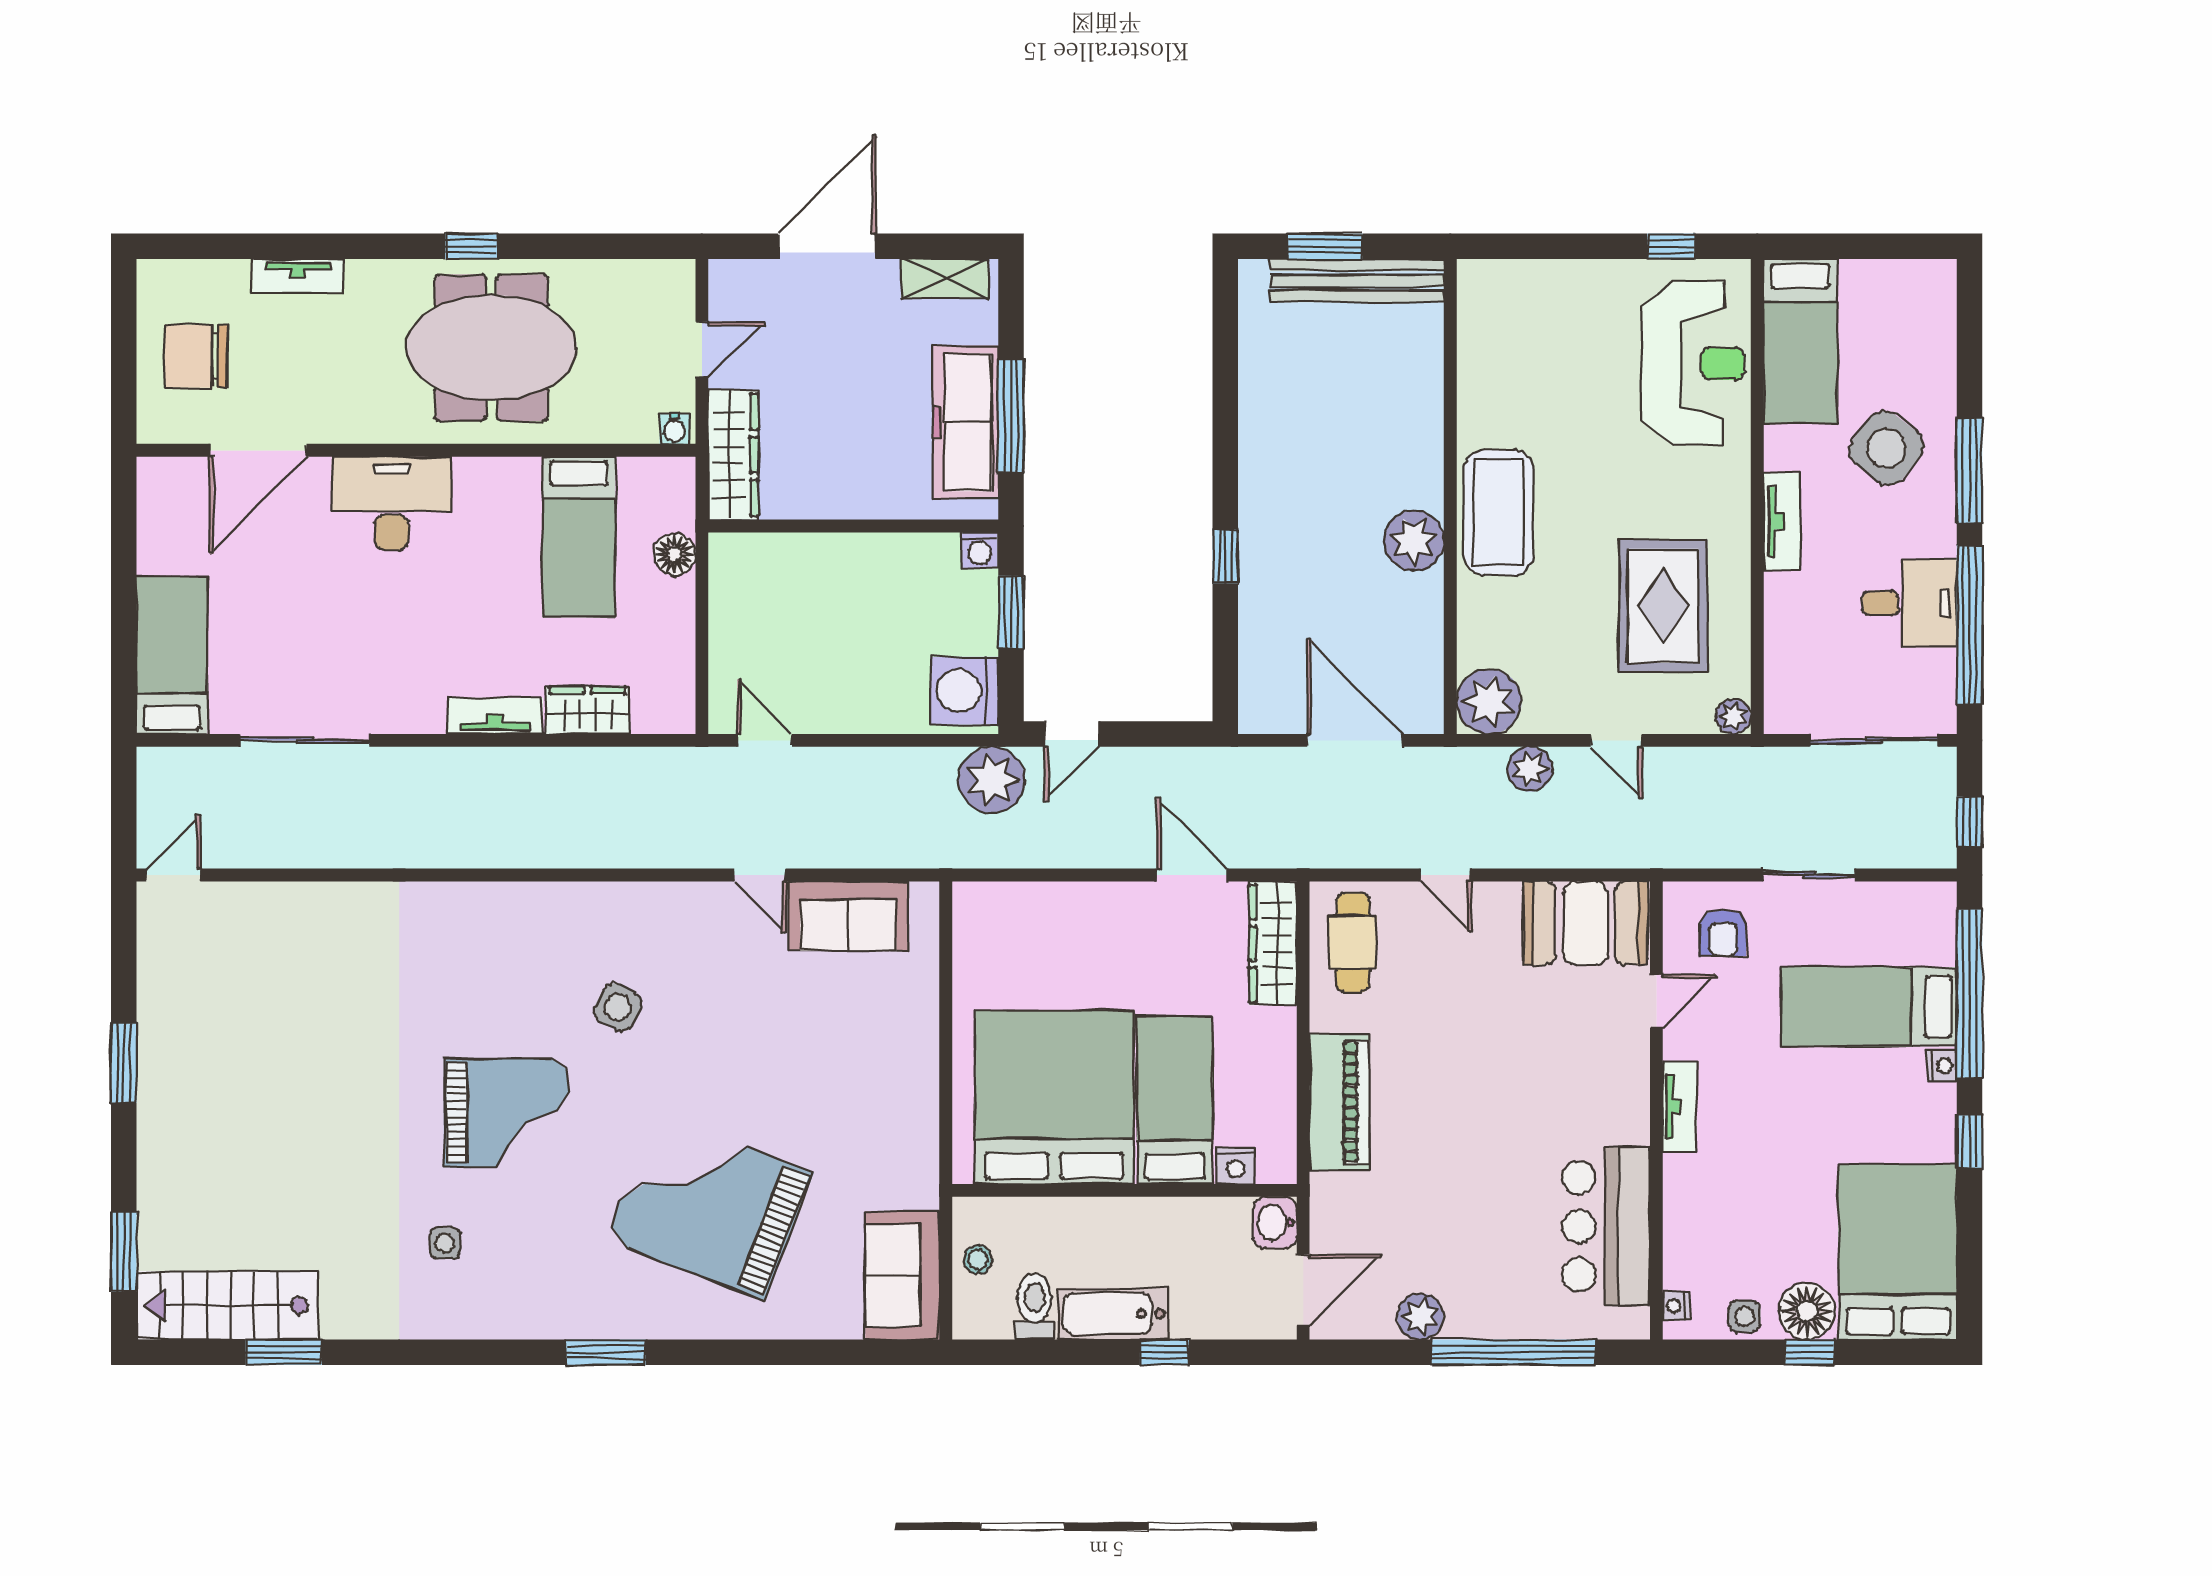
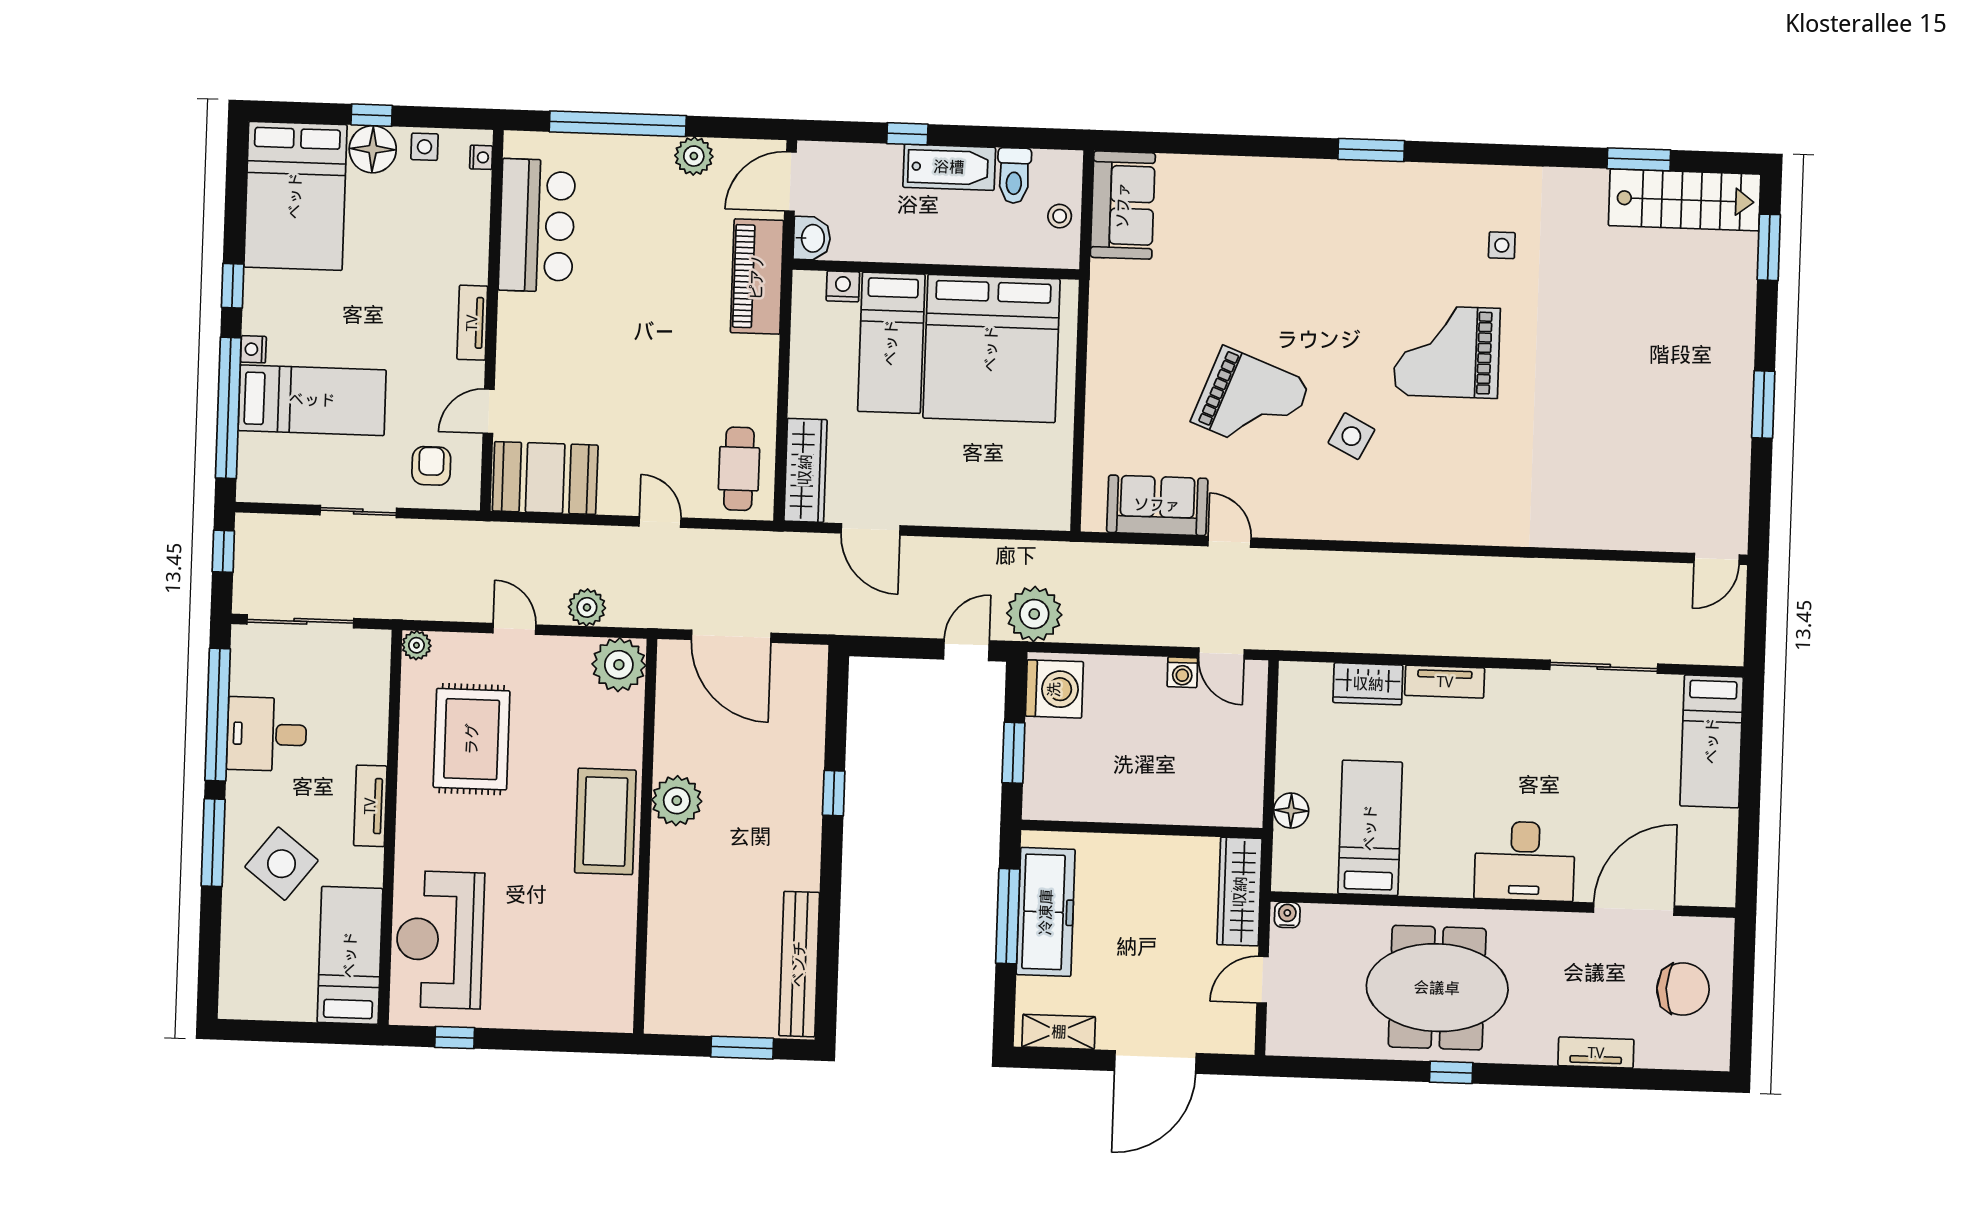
bench: (1357, 281) -> (799, 964), moved, turned 90
washing machine: (980, 550) -> (1182, 672), moved, turned 180
piano: (1339, 1102) -> (757, 277), moved
grand piano: (709, 1206) -> (1251, 402), moved, width x0.73, depth x0.68

